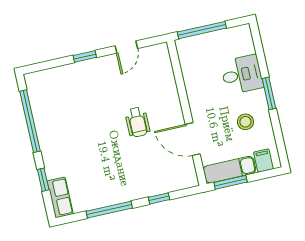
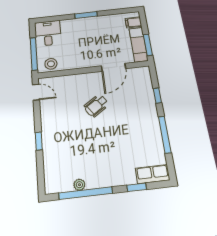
door: (126, 47) -> (36, 92), moved
desk: (242, 75) -> (48, 33), moved
plant: (39, 113) -> (79, 185), added
wheelchair: (137, 122) -> (96, 106), turned 146
stool: (245, 122) -> (51, 64), moved

